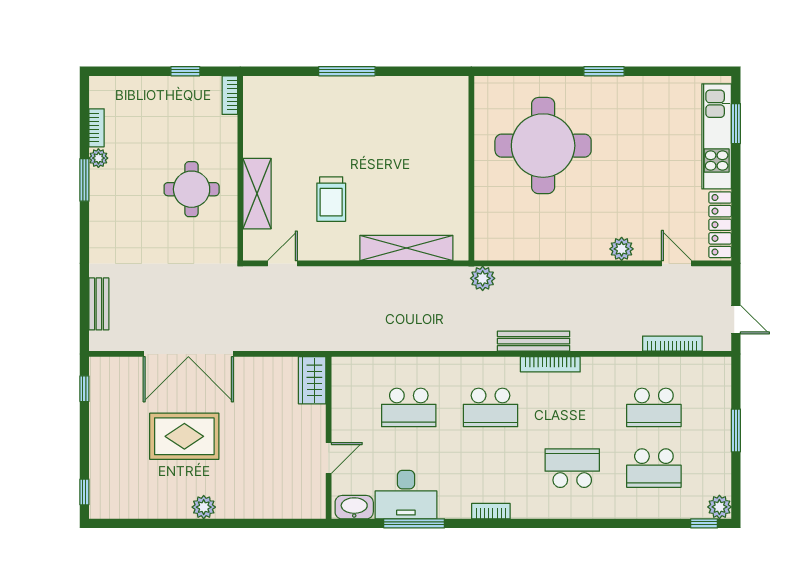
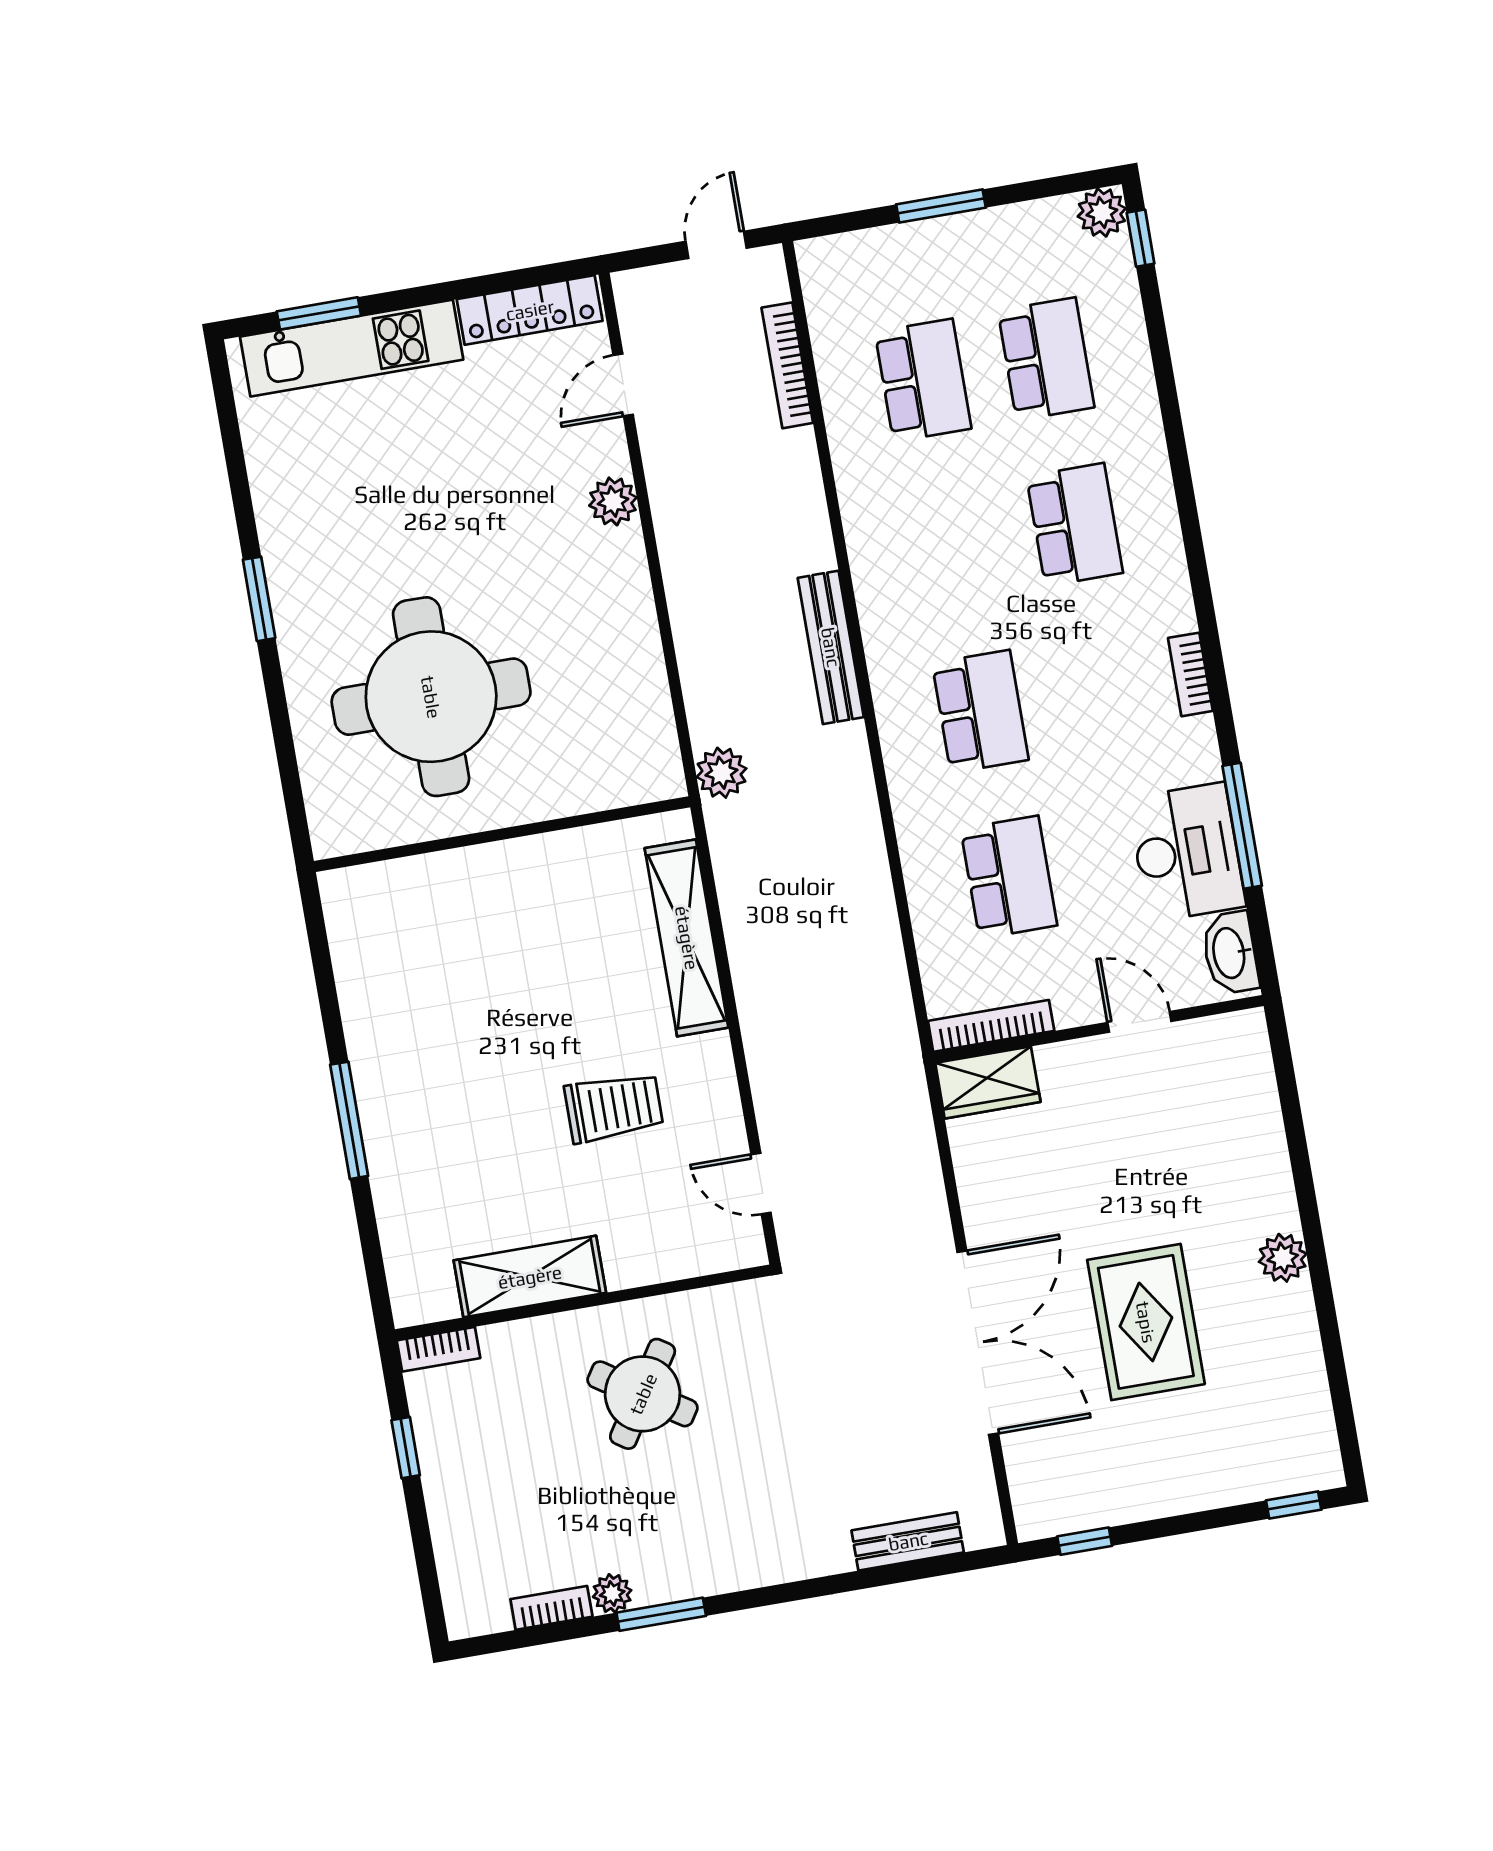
round table: (192, 189) -> (643, 1394), turned 33
shelving: (257, 194) -> (530, 1277), moved
bookcase: (550, 364) -> (991, 1026), moved, turned -90
school desk: (572, 468) -> (1075, 525), turned 180

